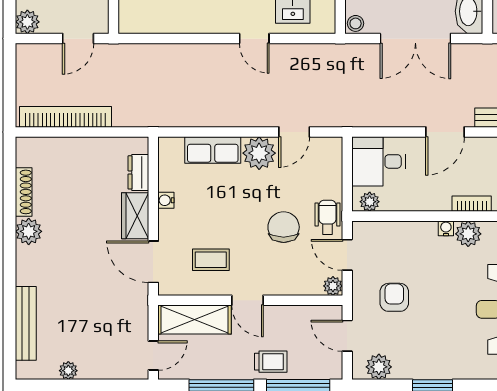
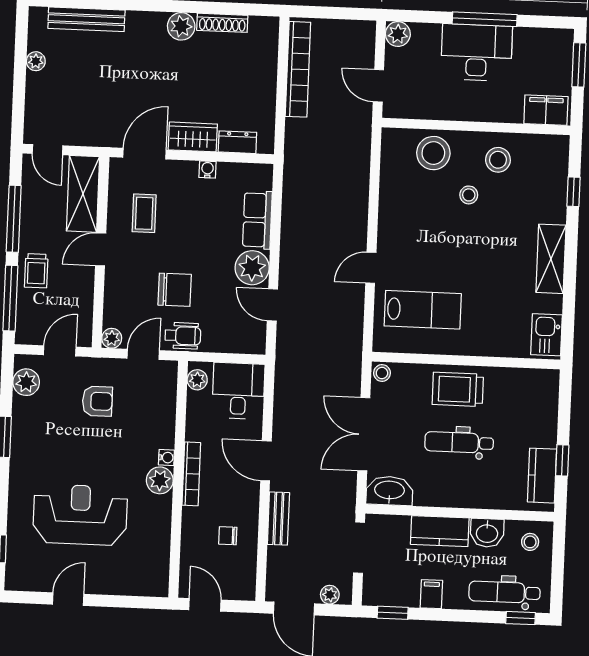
bookcase: (472, 204) -> (191, 474), width x1.56

